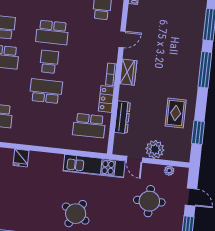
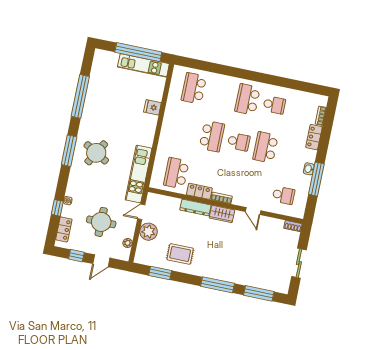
dresser: (122, 117) -> (195, 208), moved

